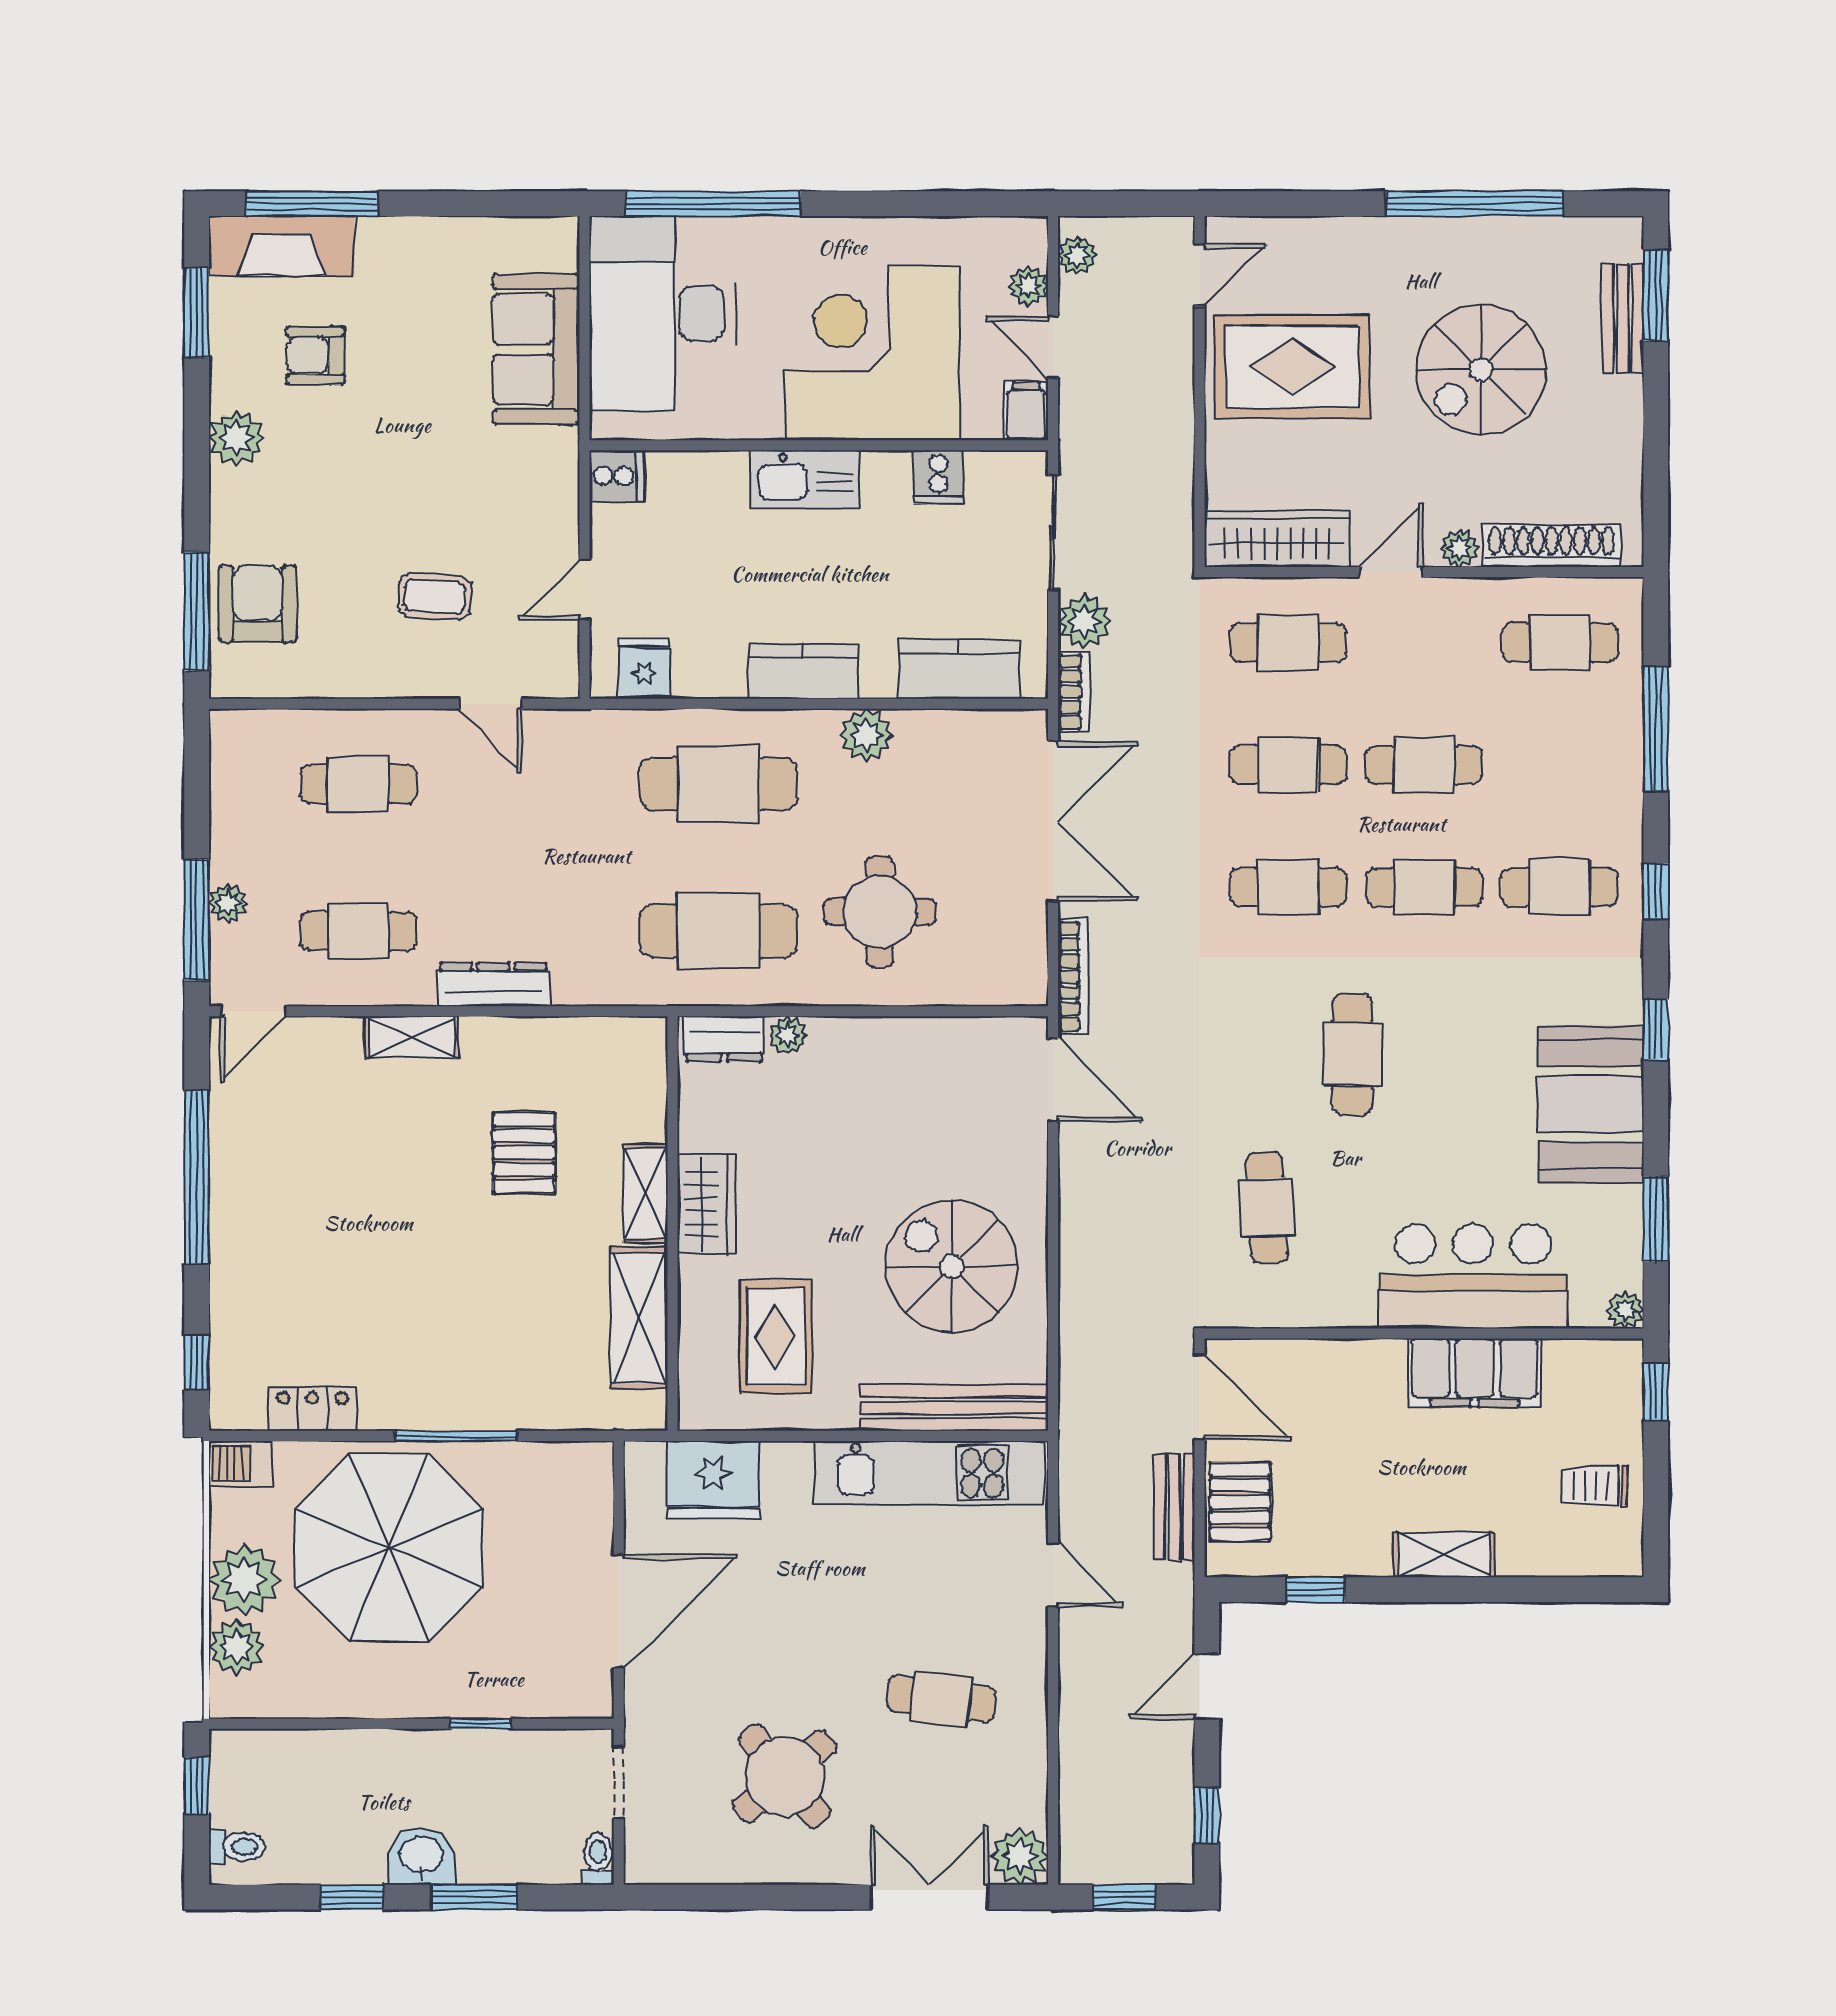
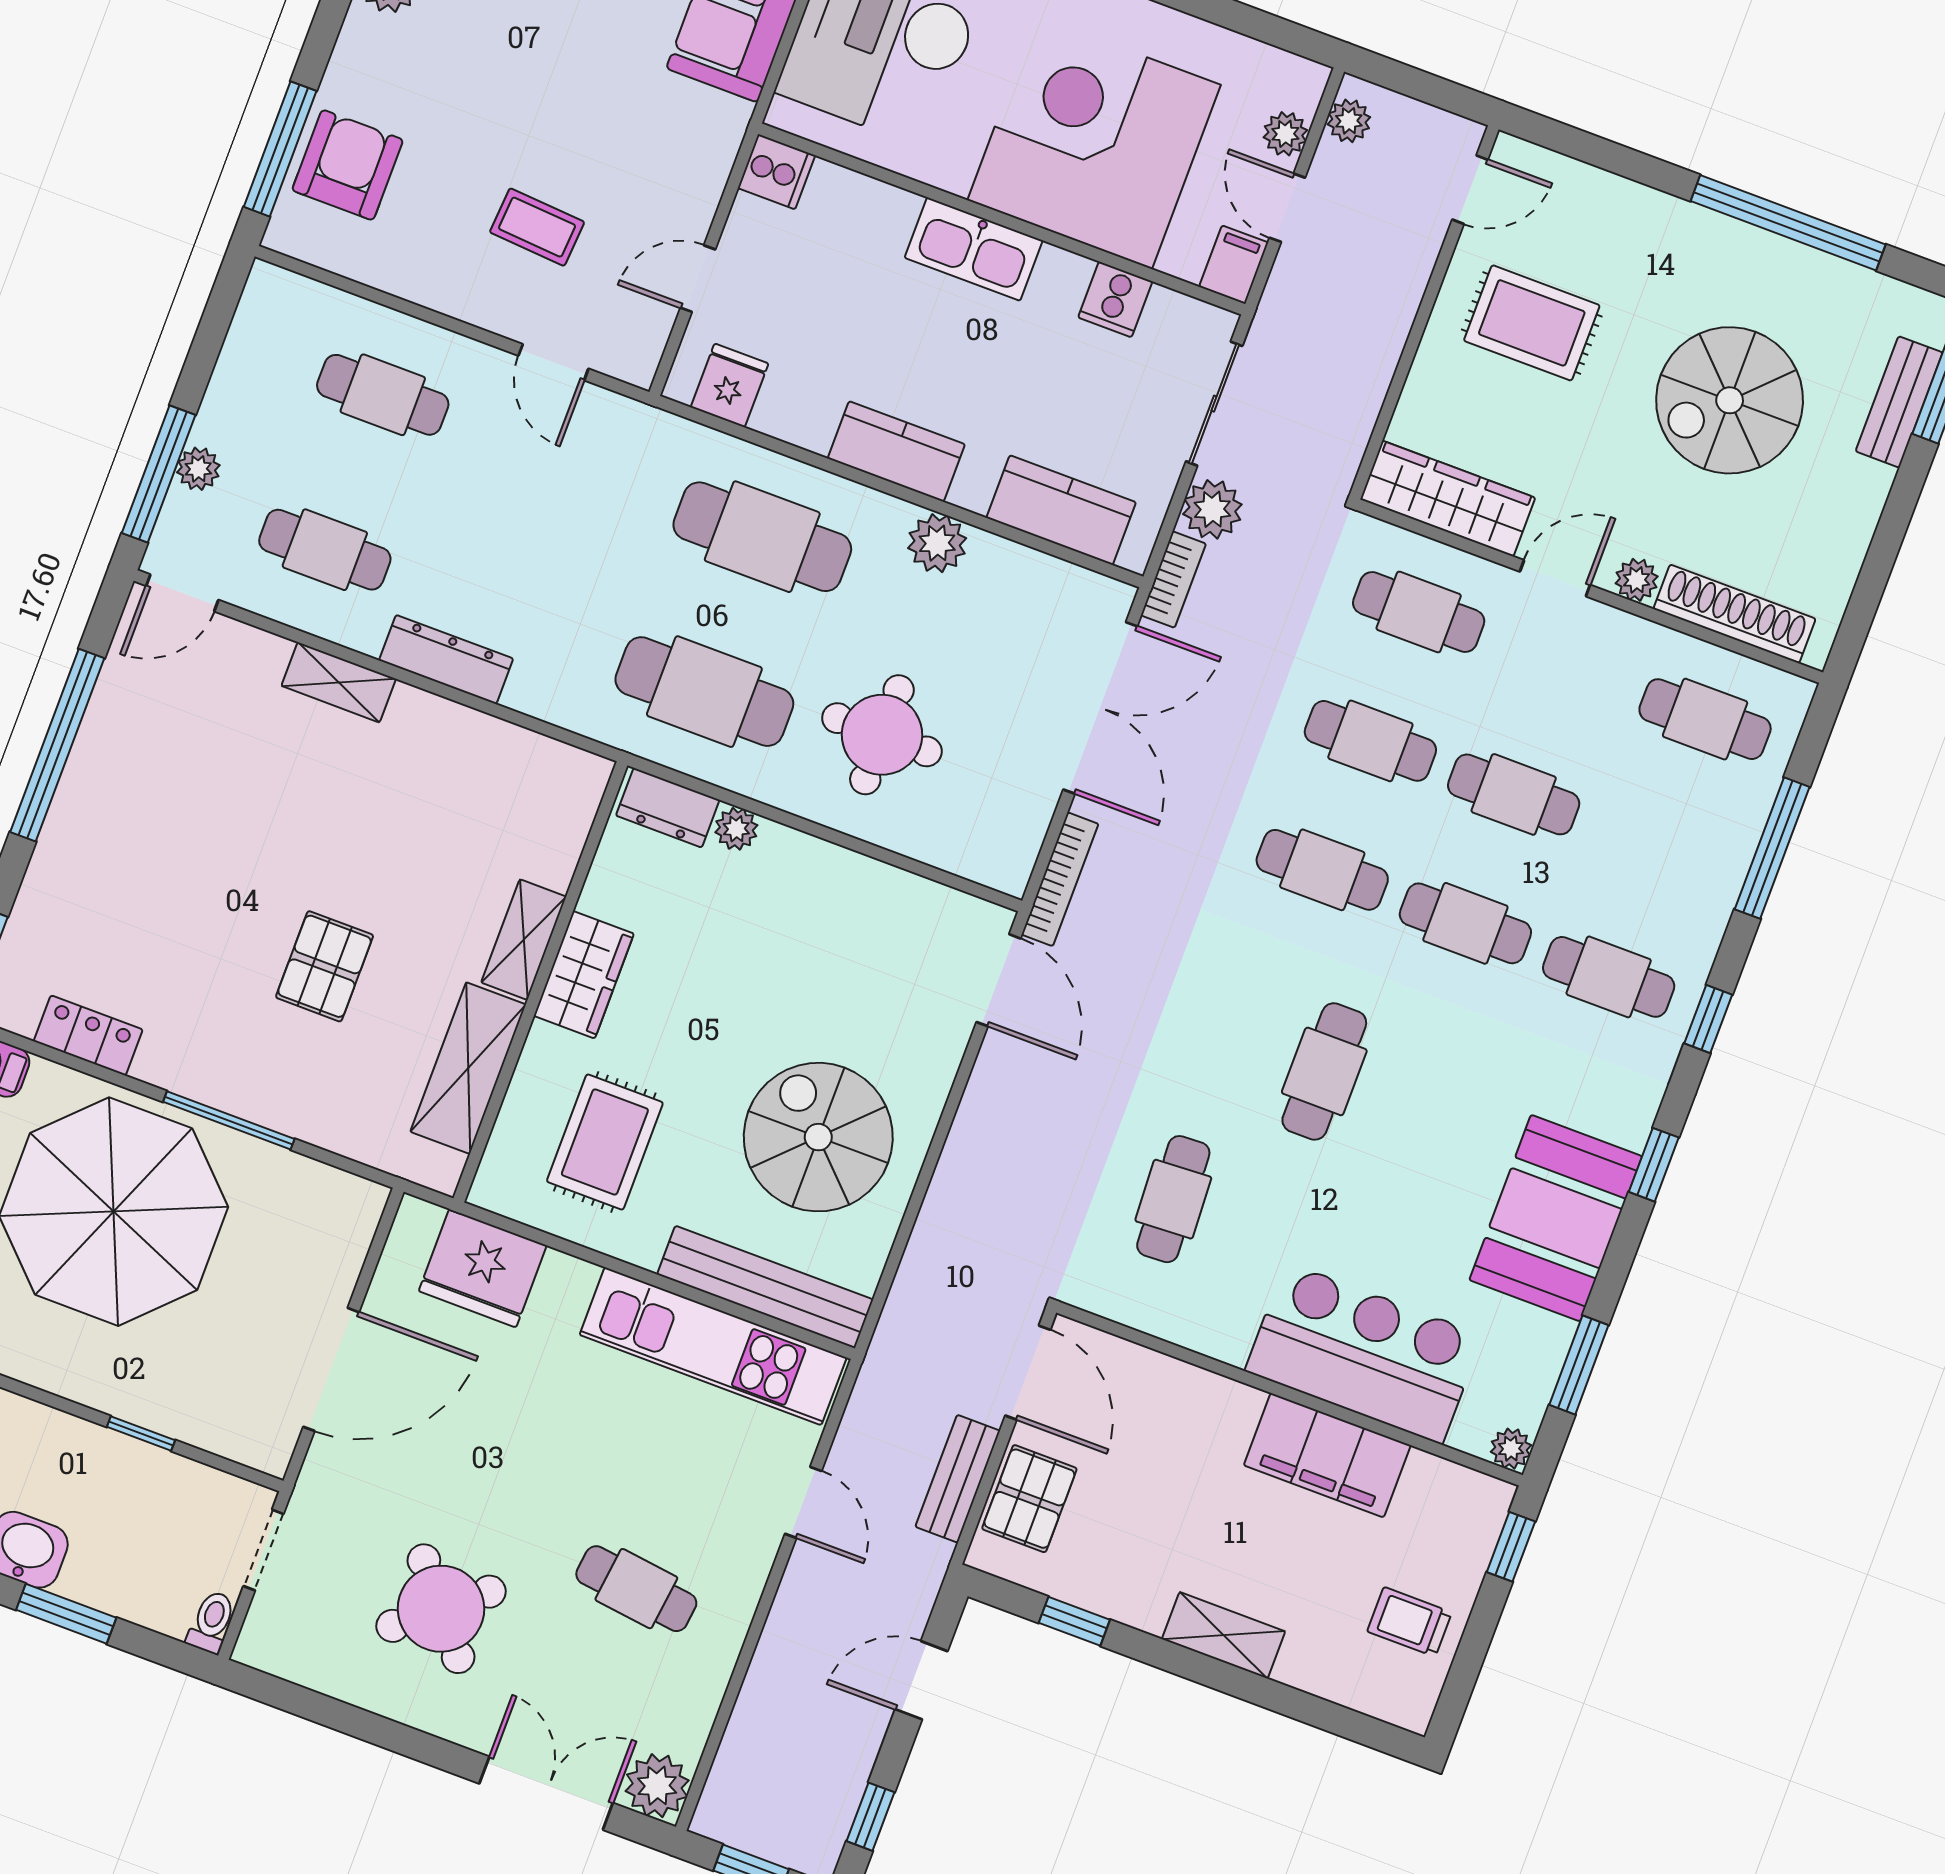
rug: (1292, 367) -> (1532, 323), width x0.73, depth x0.70
pallet: (524, 1153) -> (325, 966), moved

